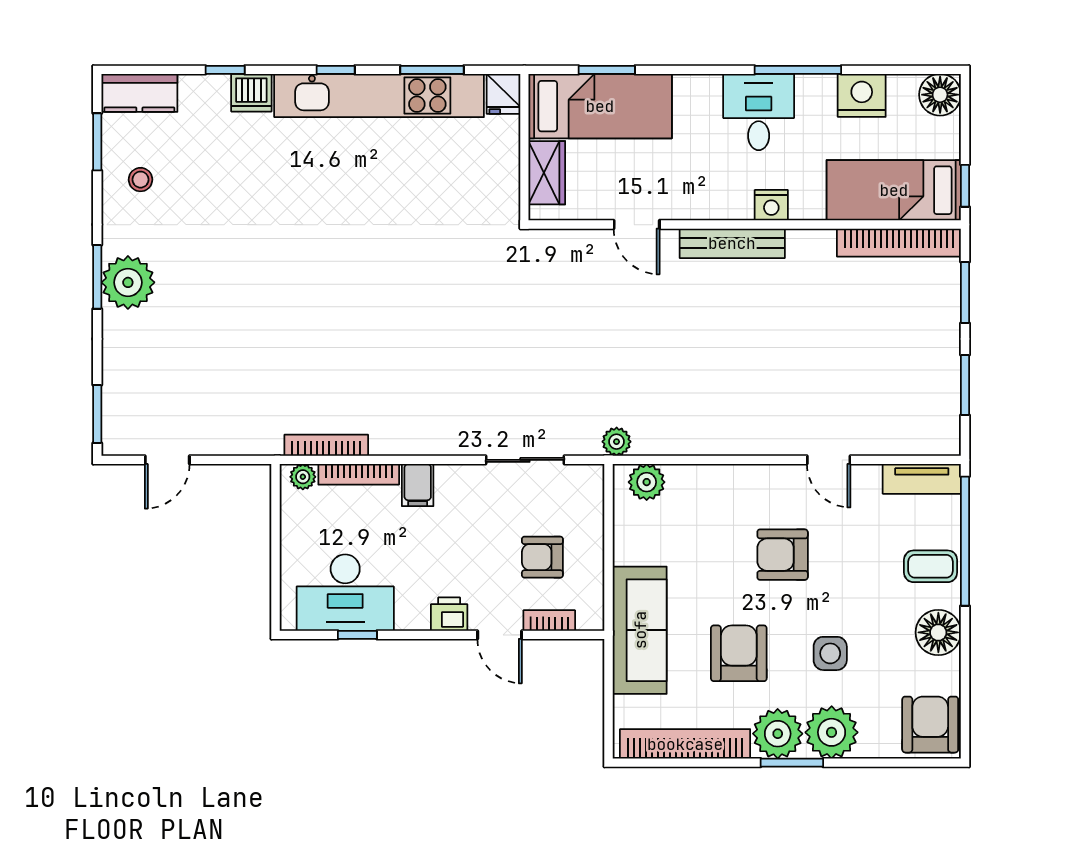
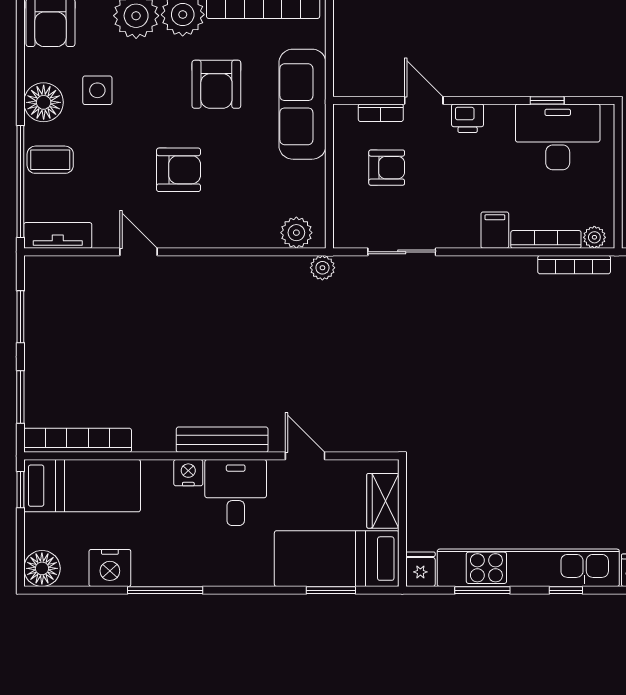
desk: (759, 112) -> (236, 493), moved, turned 180
side table: (830, 653) -> (97, 90), moved

